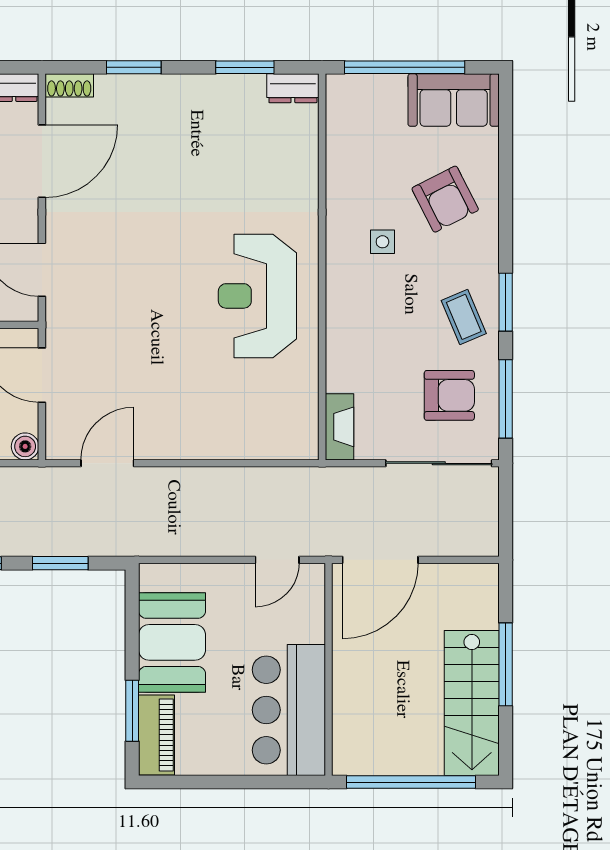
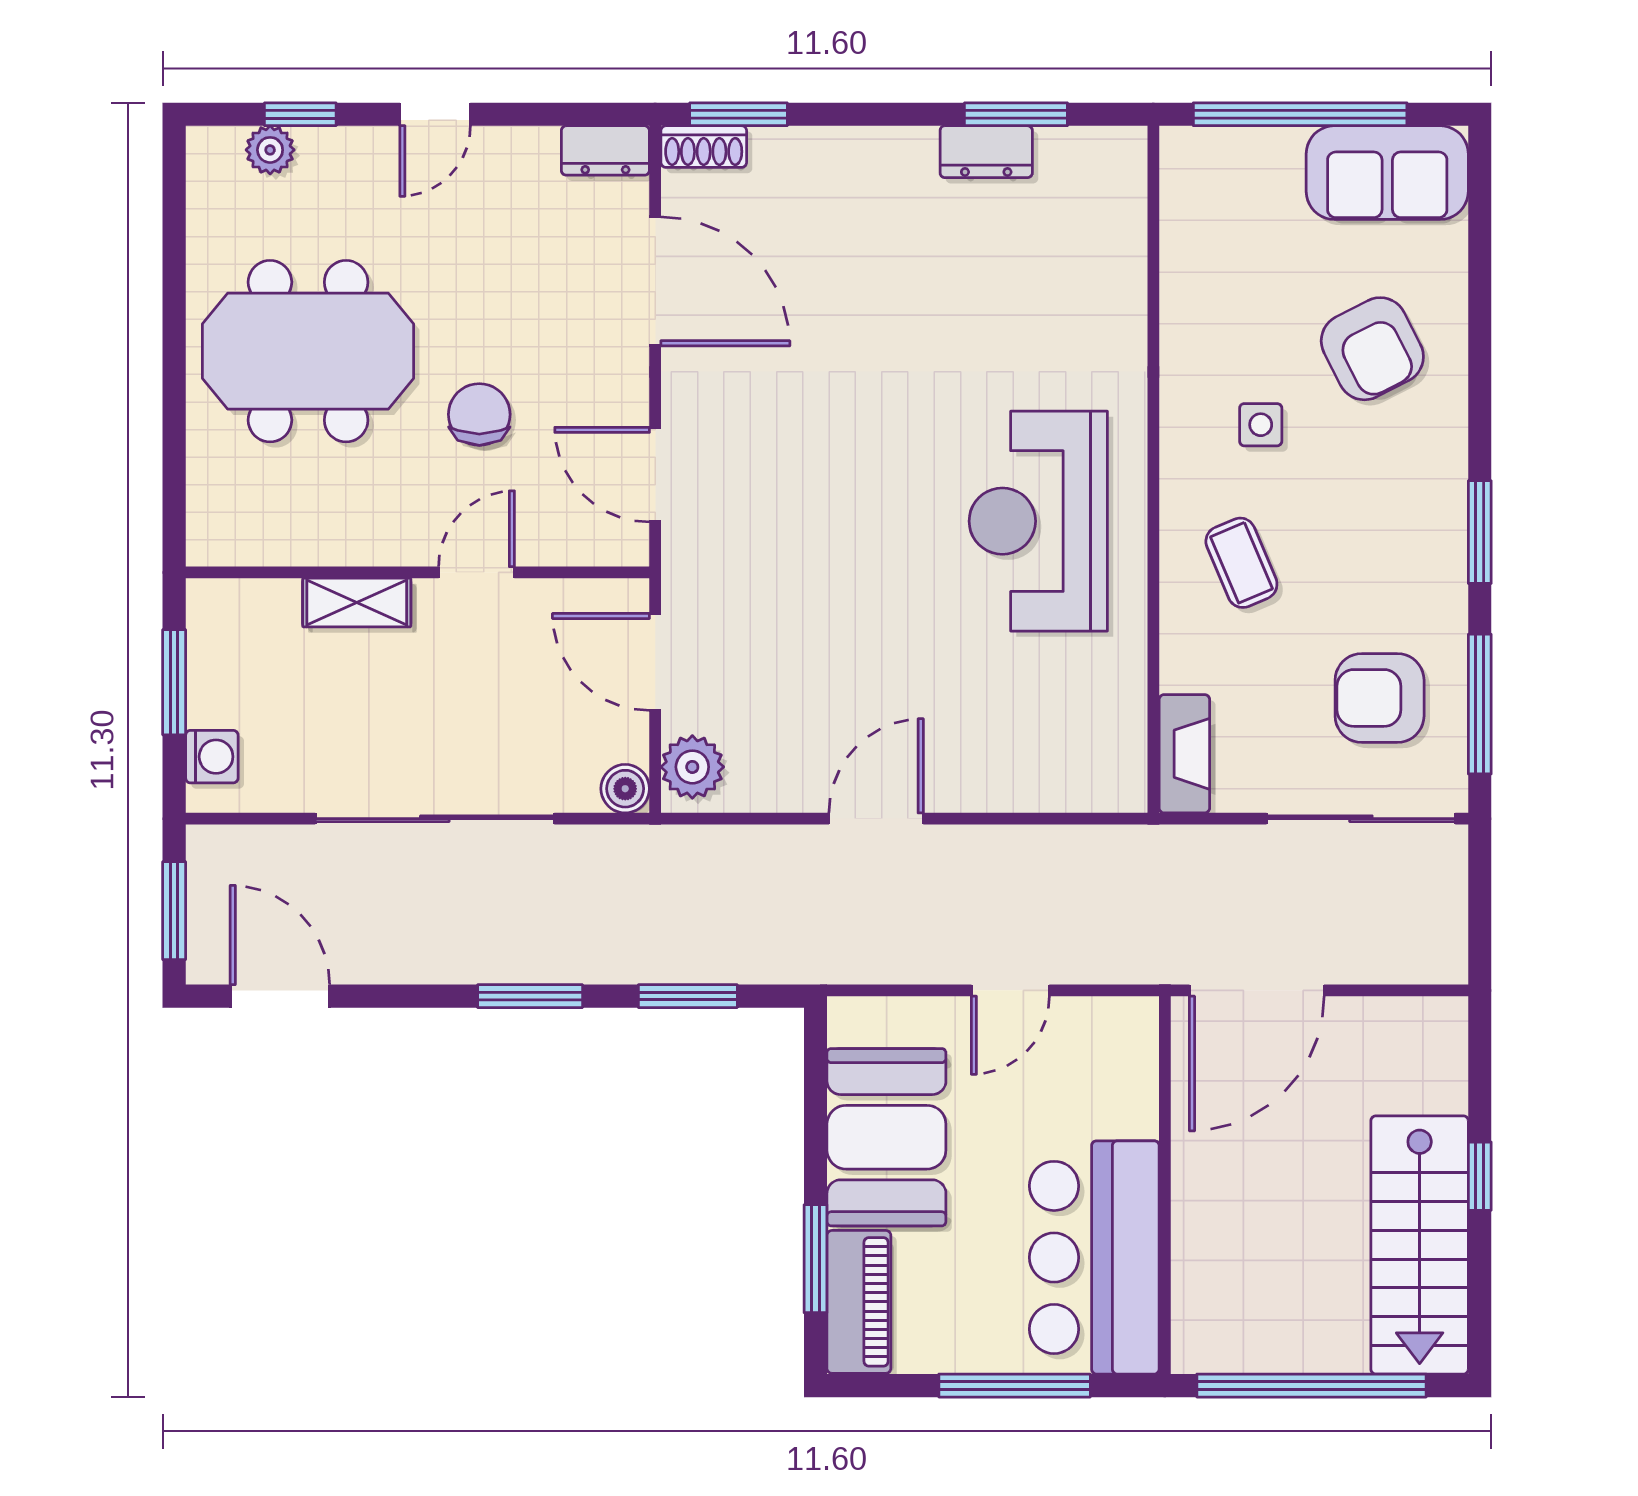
window: (134, 67) -> (739, 114), moved
dresser: (293, 88) -> (986, 152), moved
door: (42, 161) -> (655, 281), hinge flipped
coffee table: (464, 317) -> (1241, 563), moved
armchair: (449, 395) -> (1380, 698), turned 180
plant: (63, 434) -> (692, 767), added
door: (107, 463) -> (876, 819), moved
door: (277, 560) -> (1010, 990), moved
window: (506, 664) -> (1480, 1176), width x0.46
window: (244, 782) -> (1015, 1386), added

